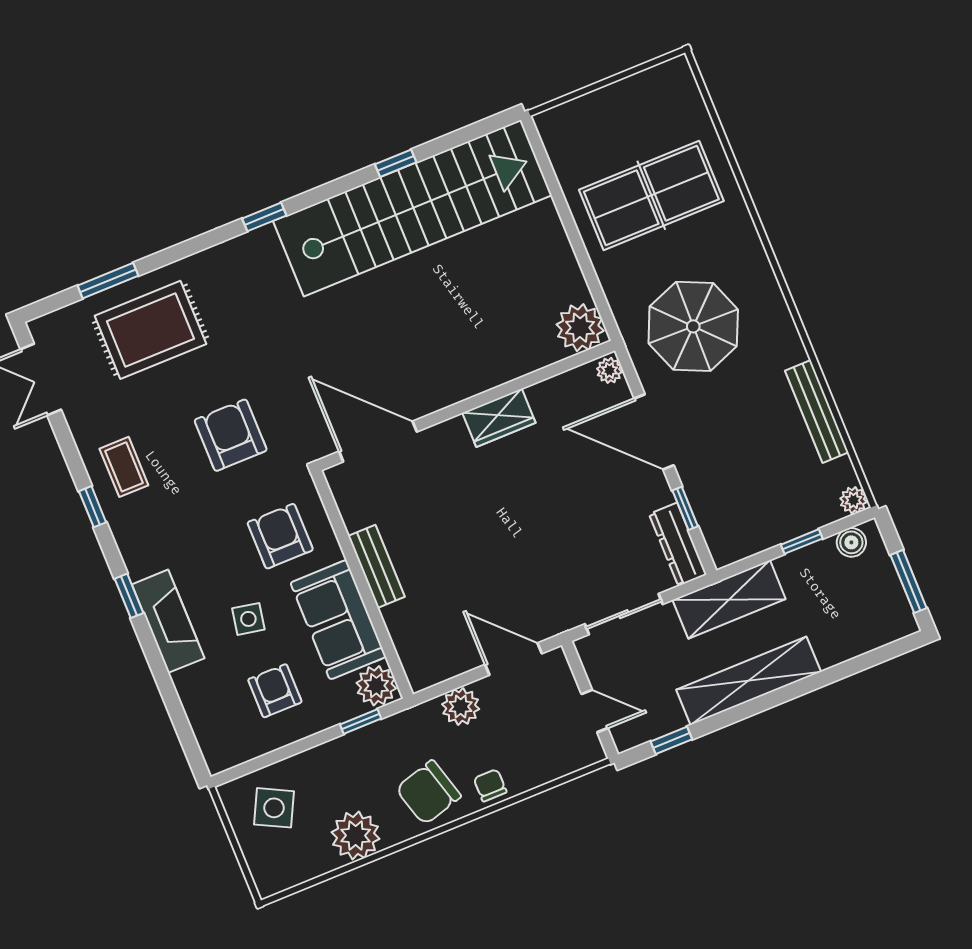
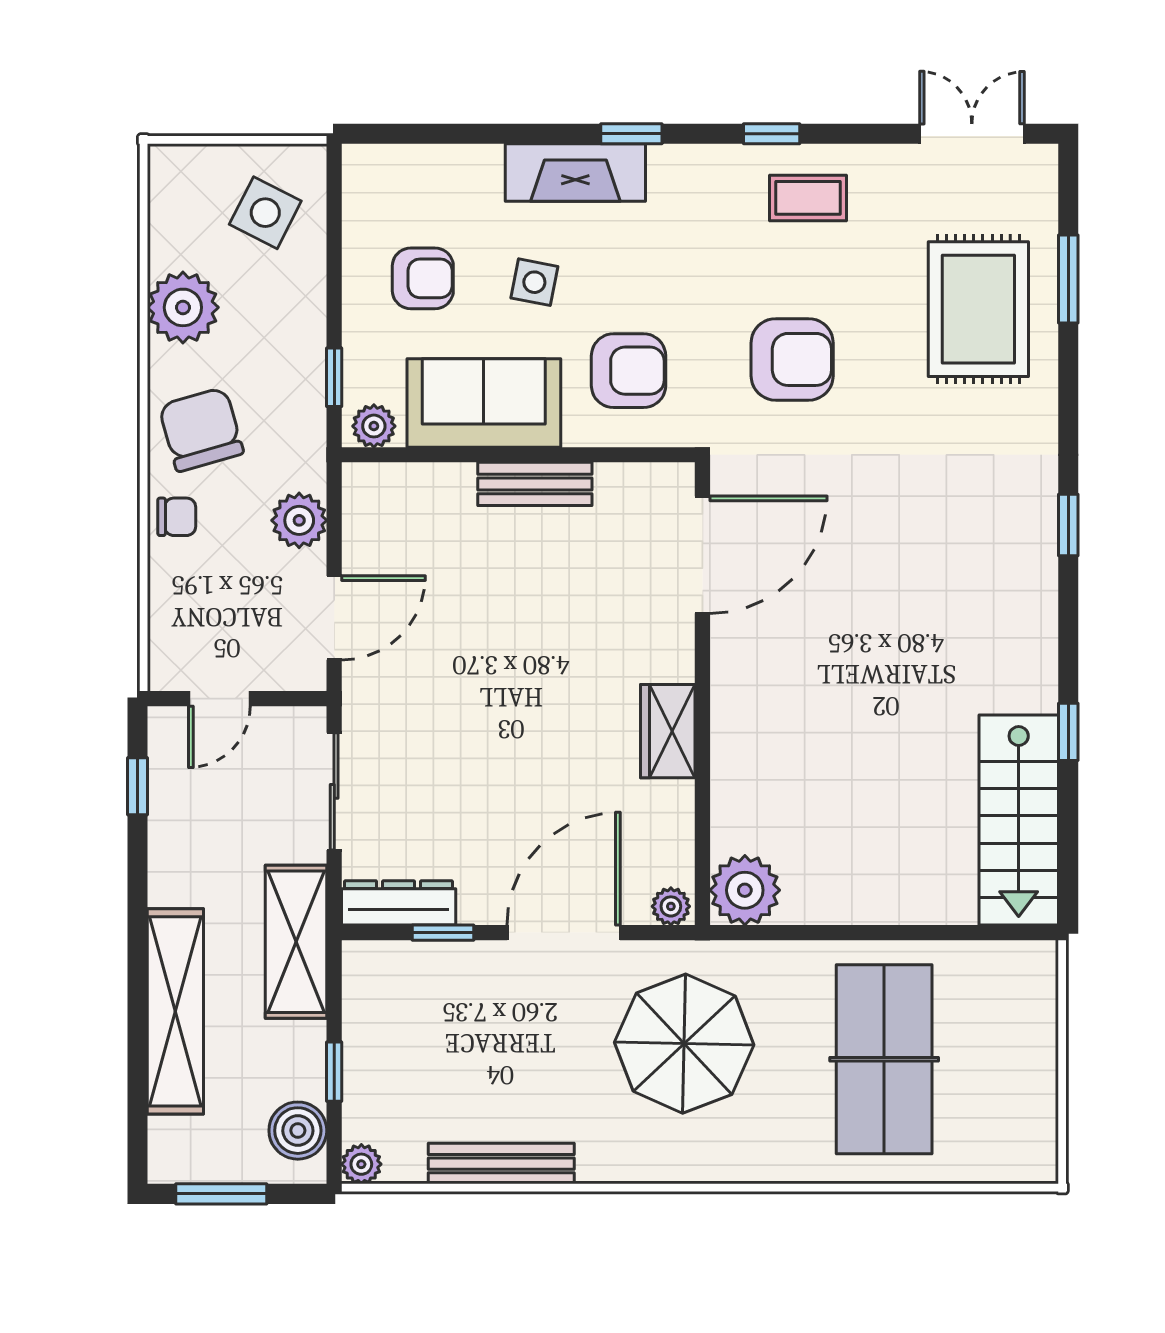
stairs: (412, 208) -> (1019, 820), width x0.54, depth x0.66
boiler: (851, 542) -> (298, 1131), width x1.36, depth x1.36
shelving: (749, 681) -> (175, 1011), moved
plant: (376, 686) -> (374, 426), width x0.73, depth x0.73

